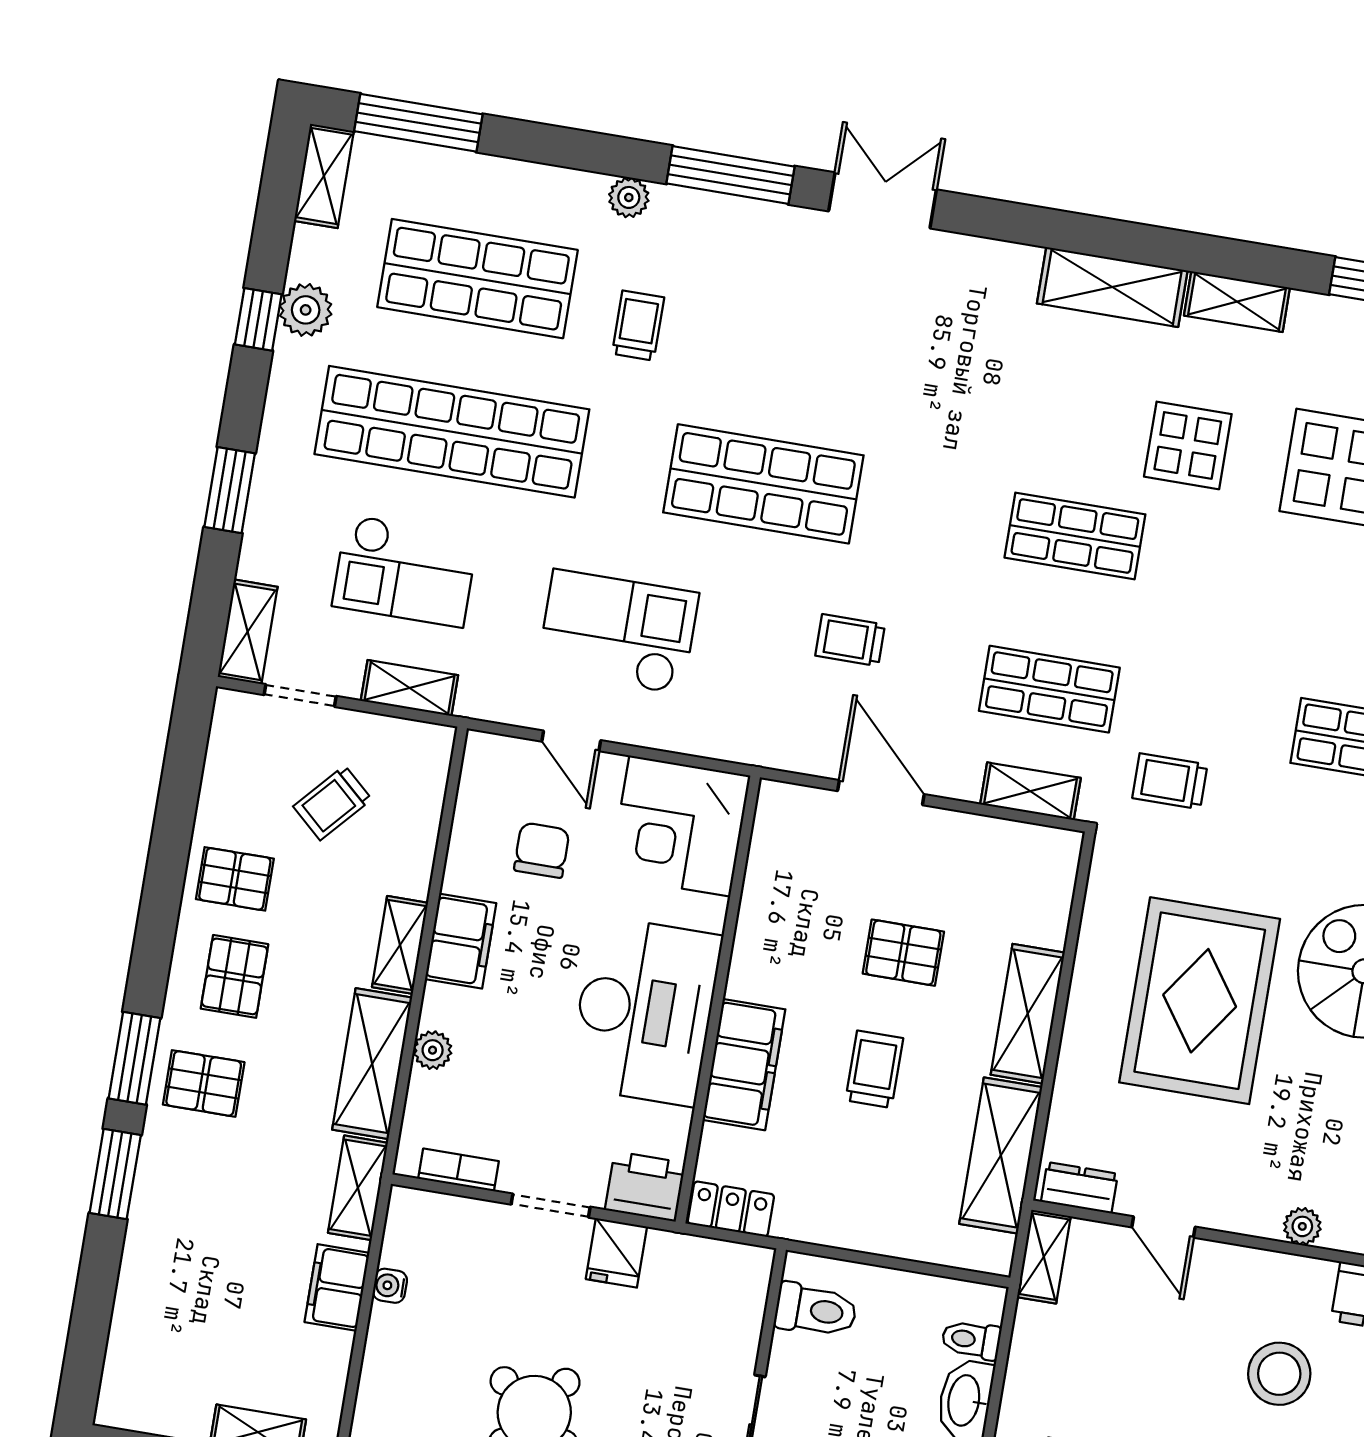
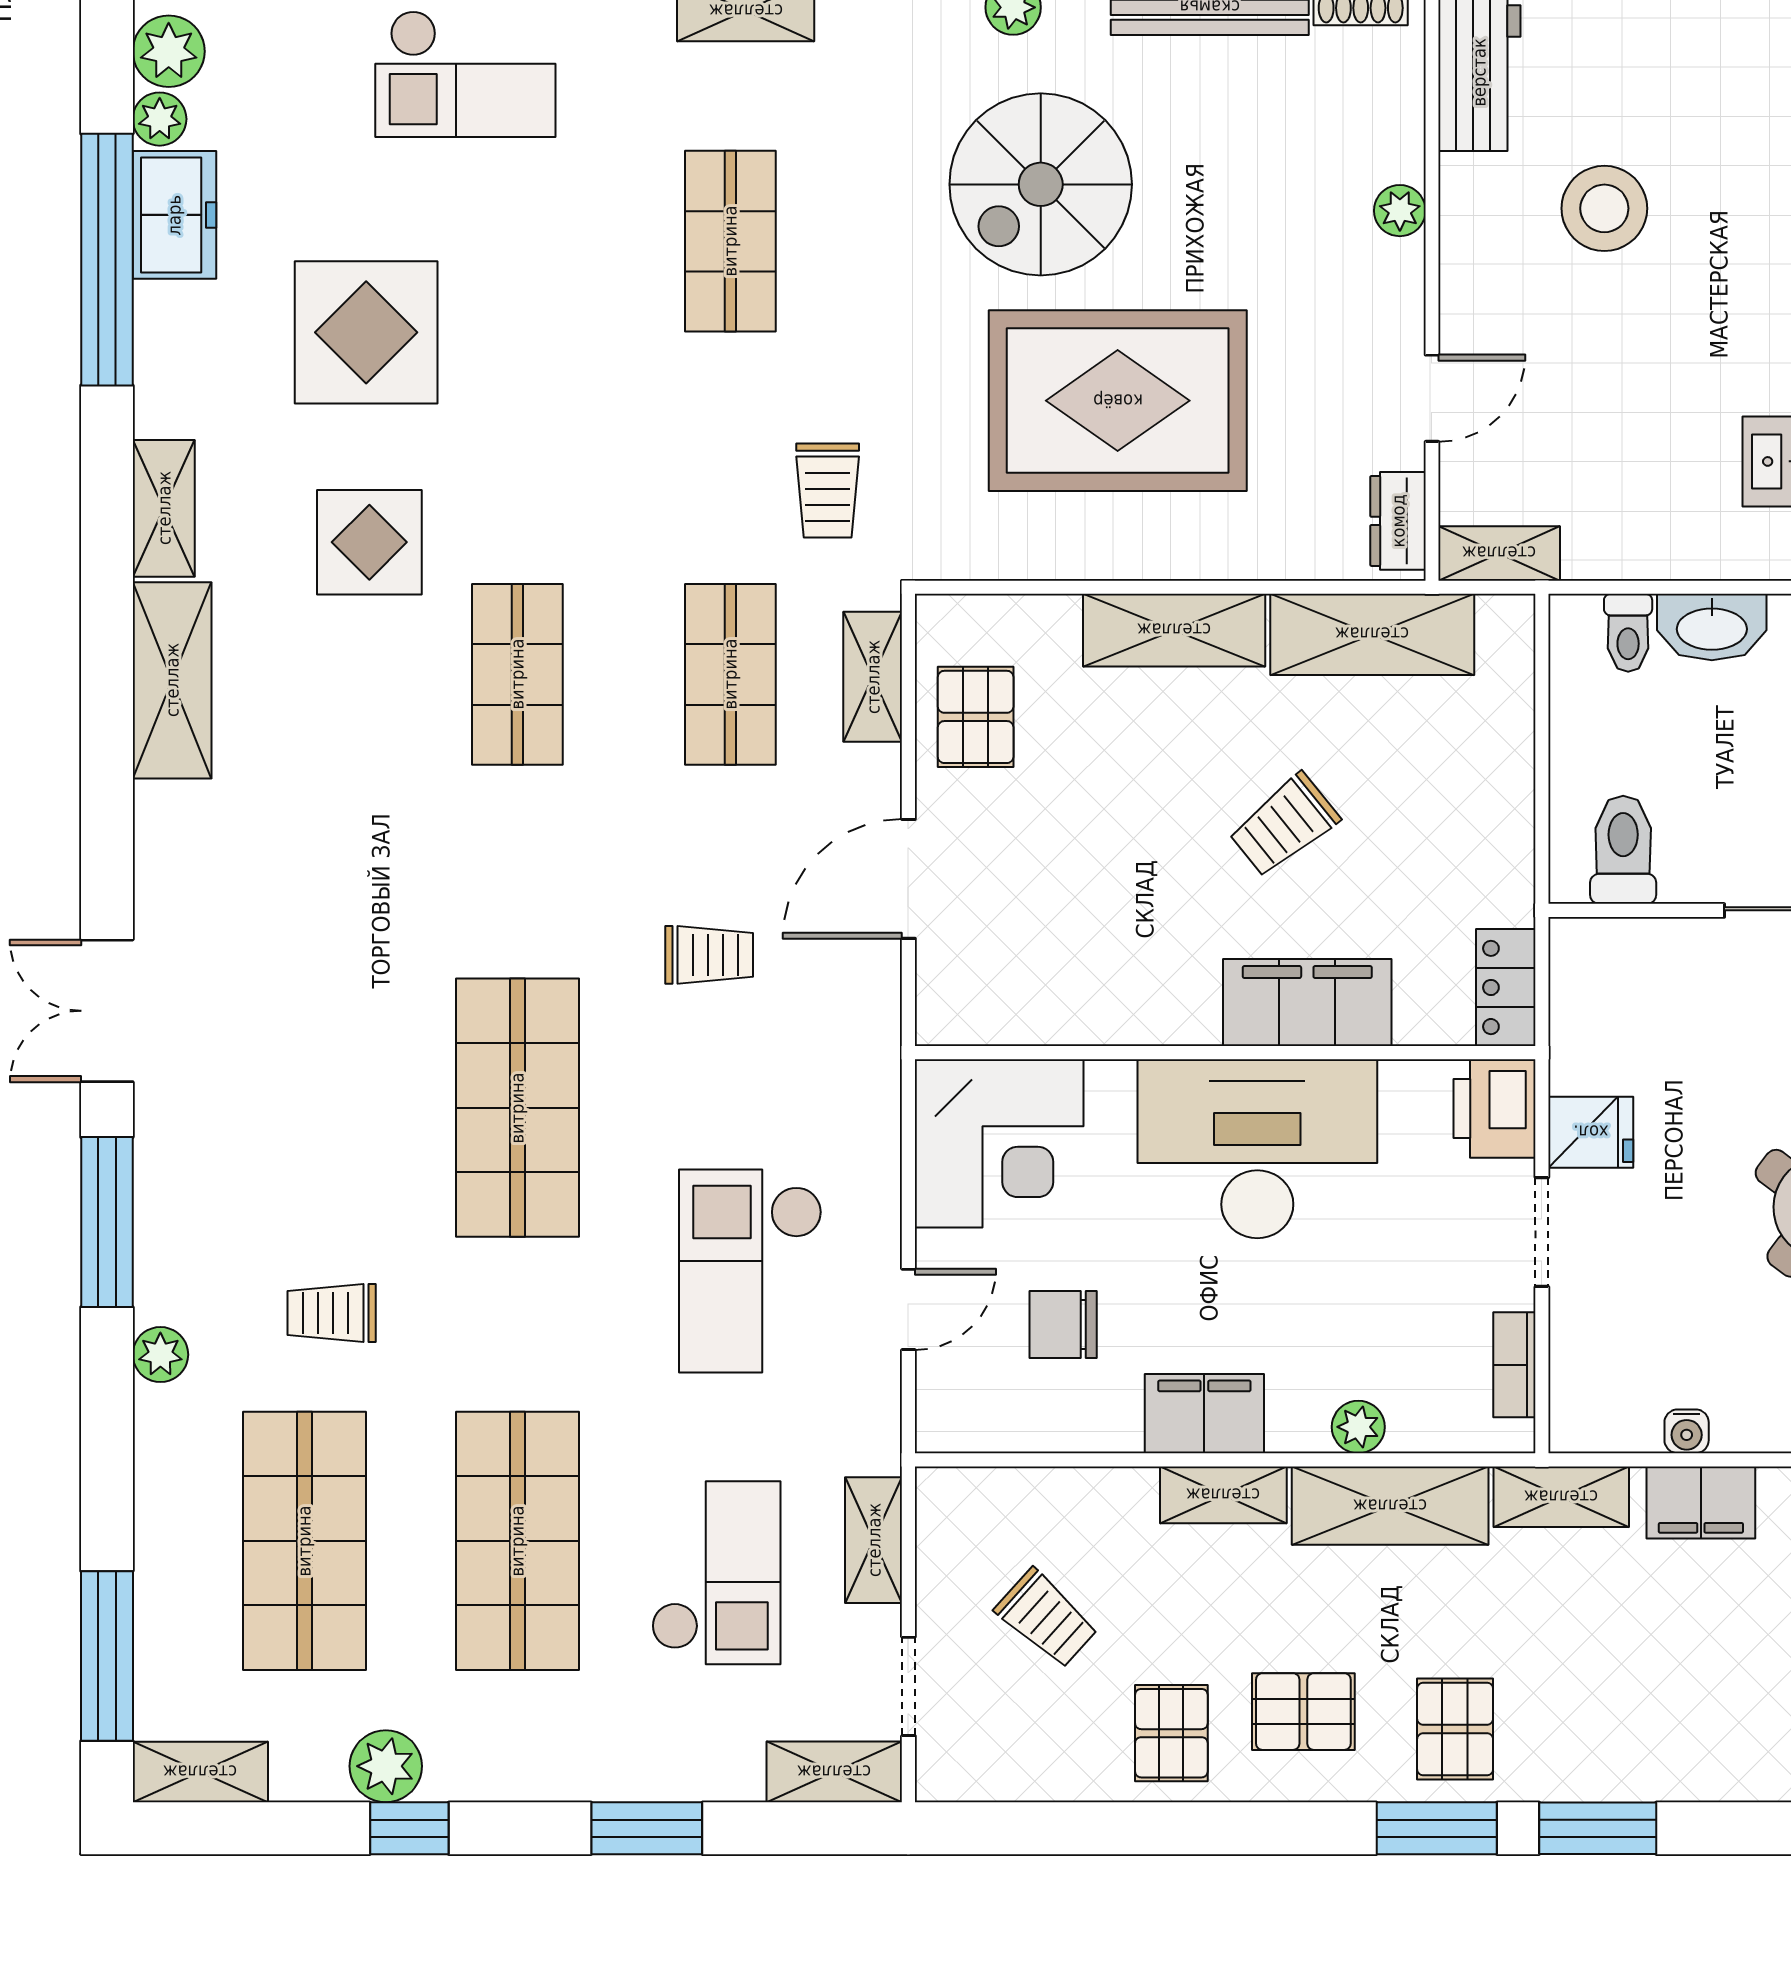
shop shelf: (452, 432) -> (517, 1541), width x0.71
trolley: (850, 640) -> (709, 955), turned -90
pallet: (903, 953) -> (976, 717), moved
trolley: (874, 1069) -> (1284, 825), turned -39

